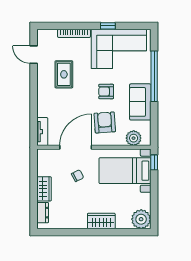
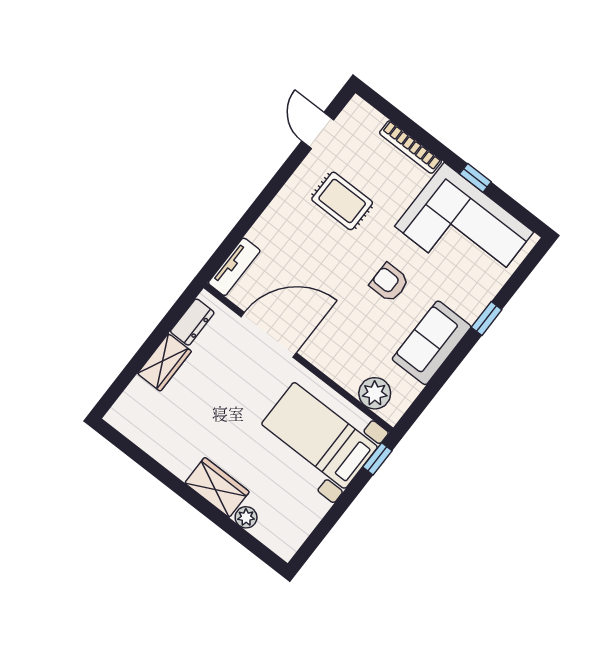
rug: (64, 74) -> (342, 201), turned 90
window: (154, 76) -> (487, 319), width x0.32
armchair: (105, 122) -> (348, 331), removed
chair: (78, 176) -> (236, 383), removed
dresser: (43, 213) -> (192, 322), moved
plant: (141, 219) -> (246, 517), moved, width x0.53, depth x0.53

